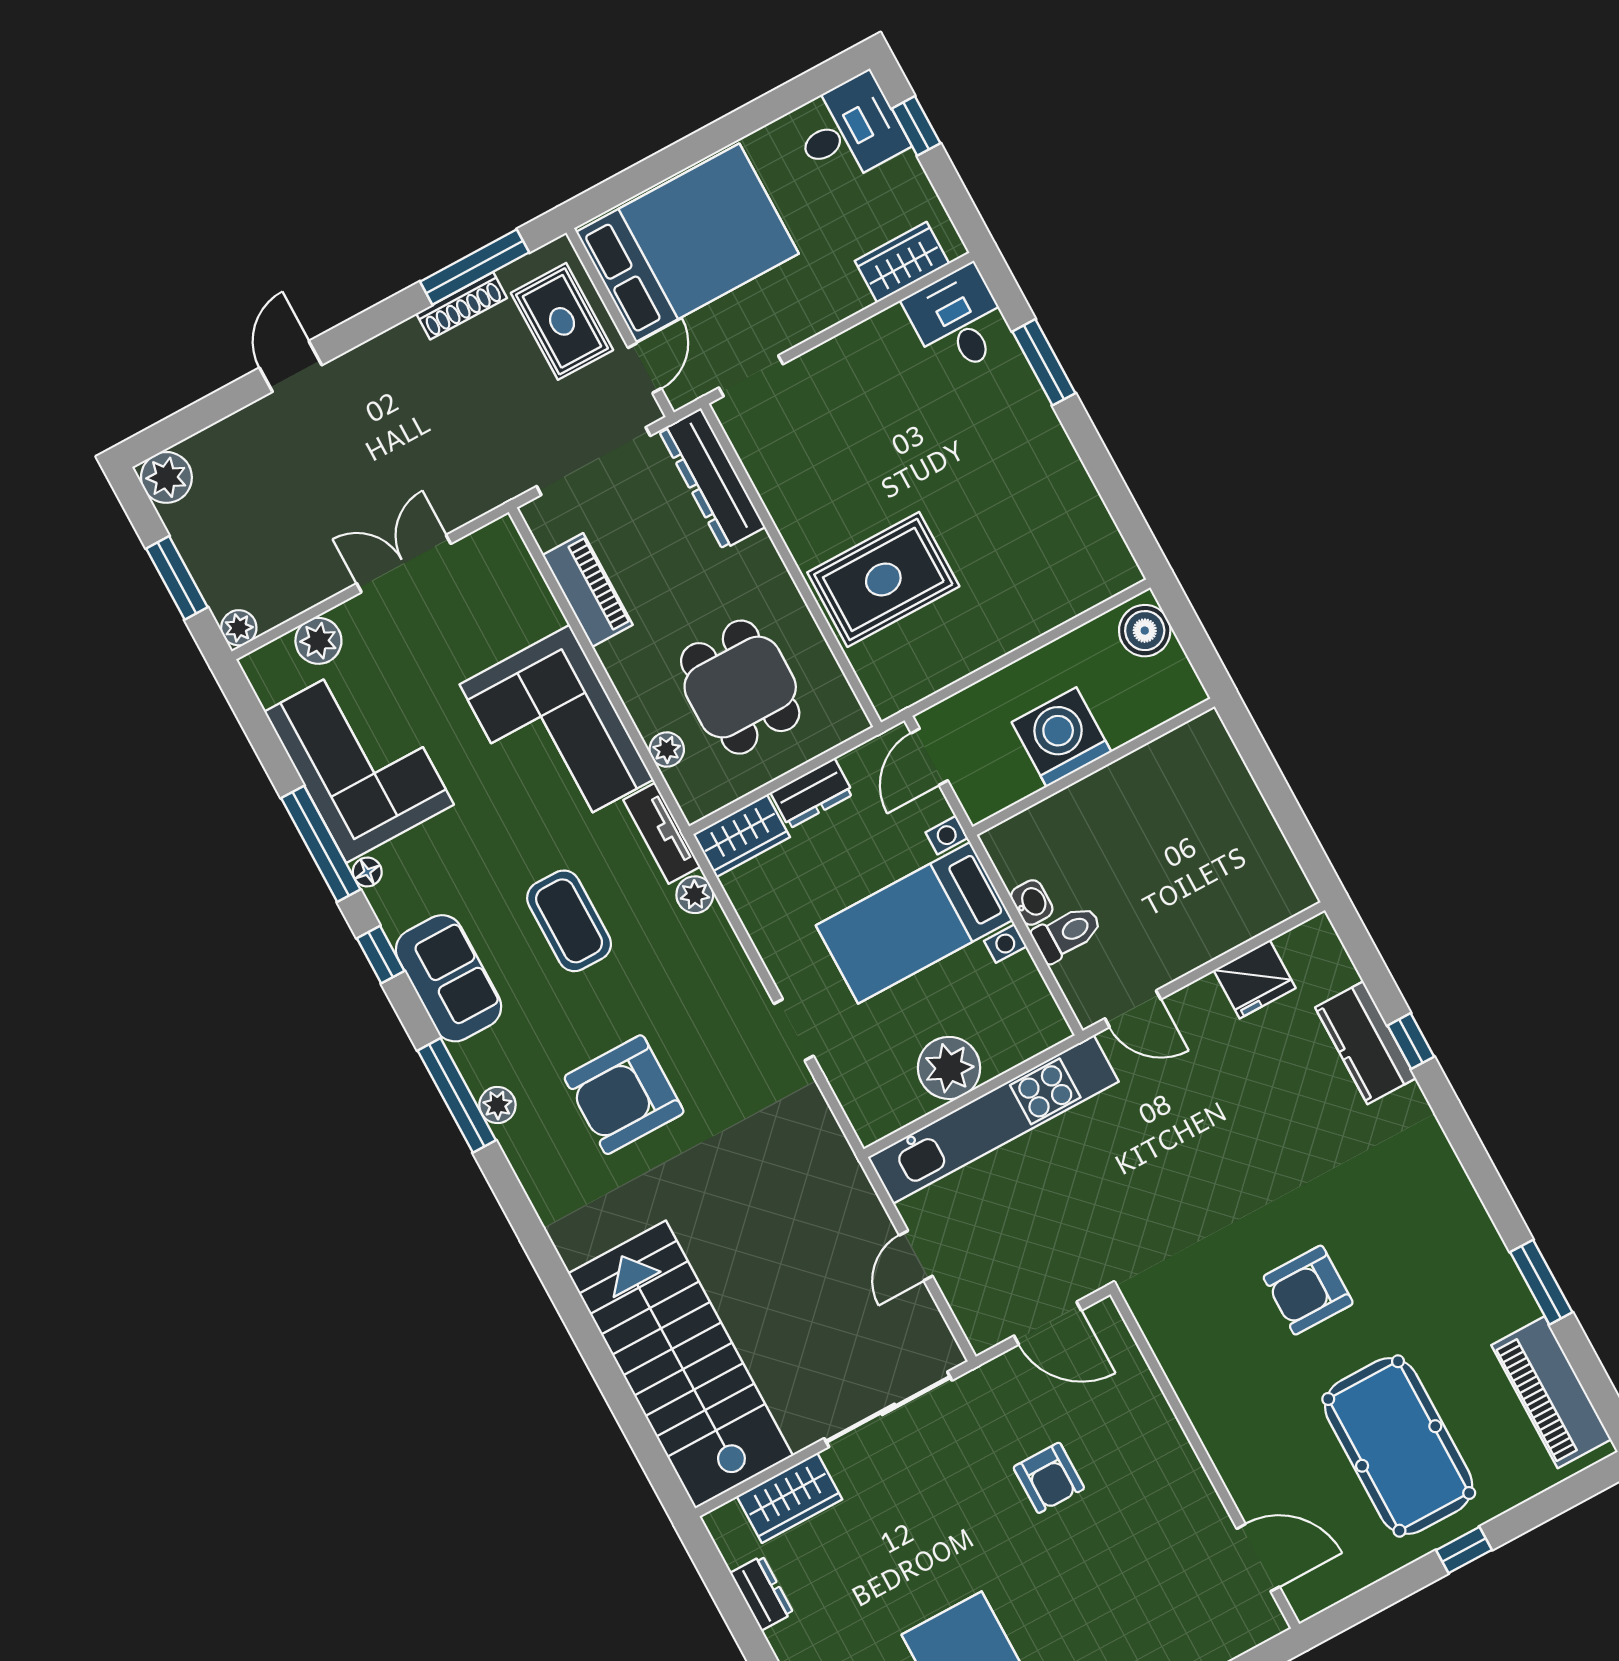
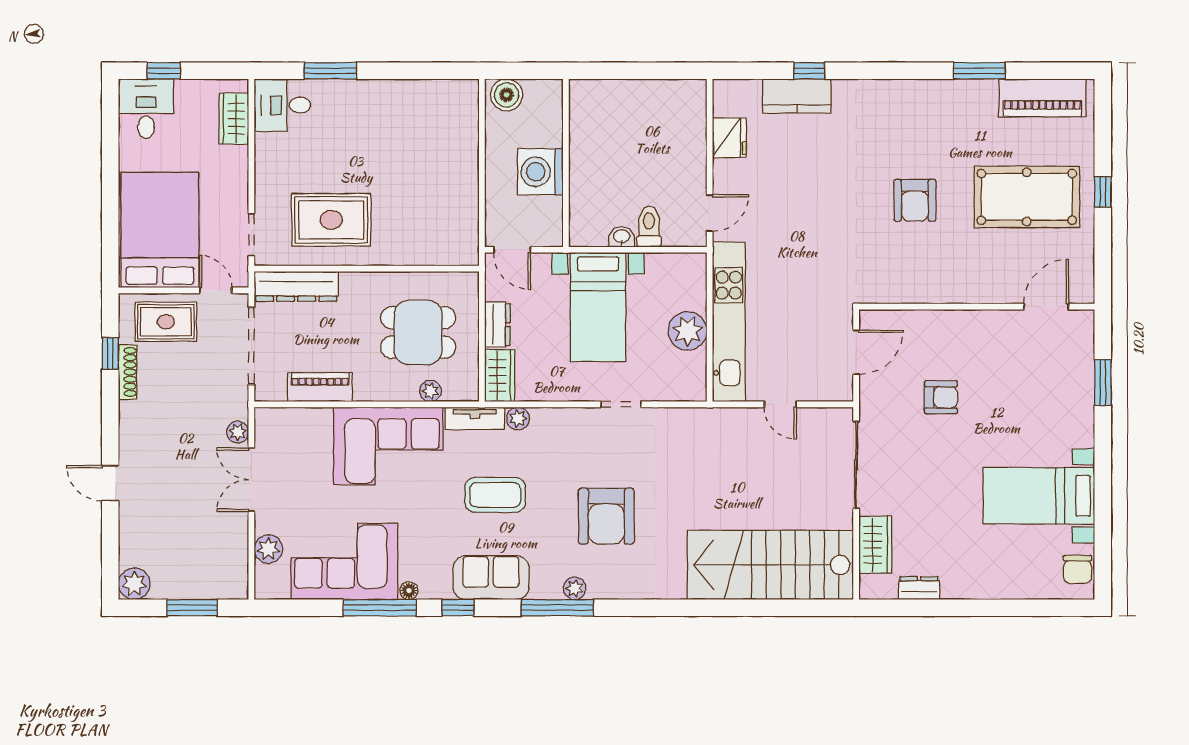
window: (475, 267) -> (110, 353), width x0.46
rug: (883, 579) -> (331, 220), moved, turned 90
plant: (239, 628) -> (238, 432), moved

